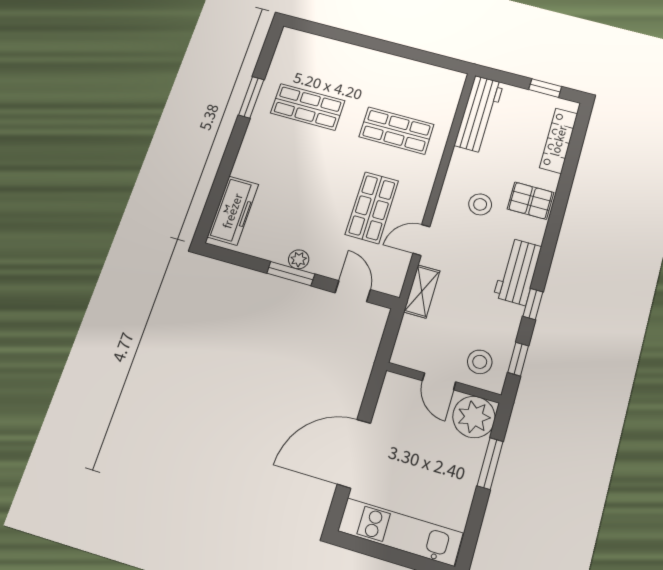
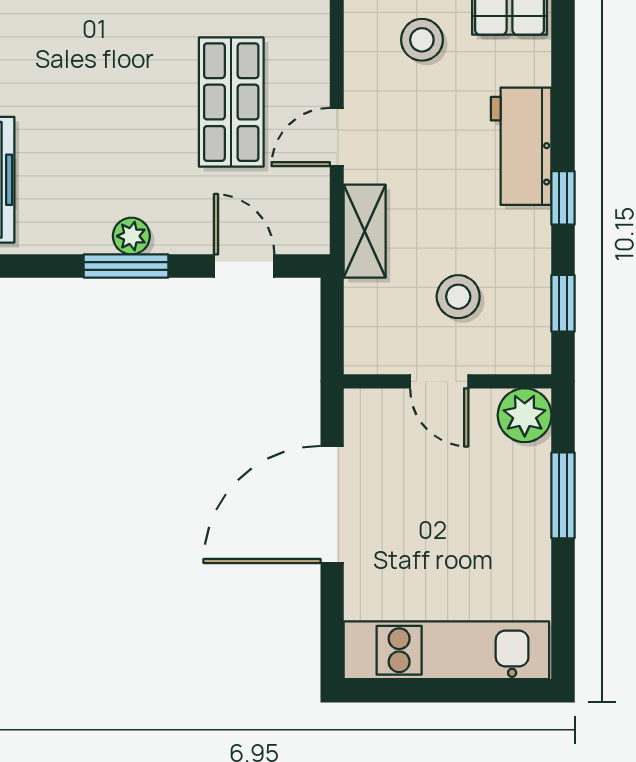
stool: (480, 362) -> (458, 297), moved
plant: (474, 417) -> (525, 415), width x0.73, depth x0.73
door: (354, 454) -> (332, 504), moved

